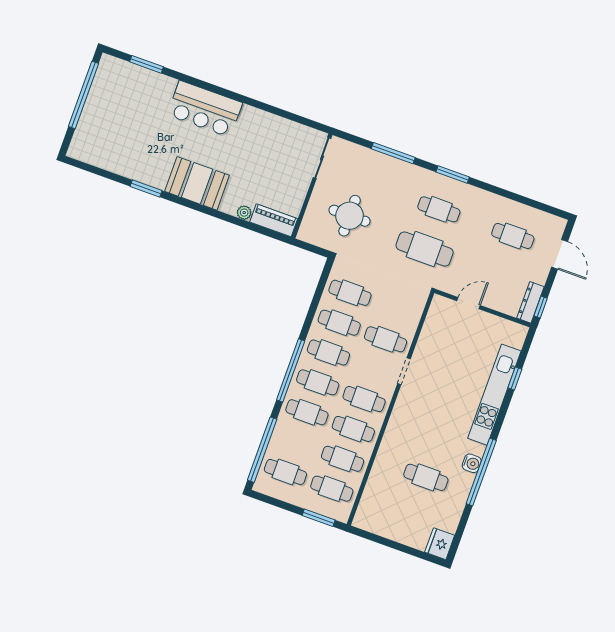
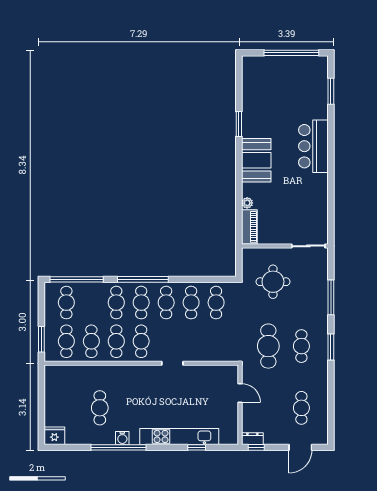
dresser: (530, 302) -> (252, 439), width x0.70
cafe table: (386, 339) -> (191, 341), removed

